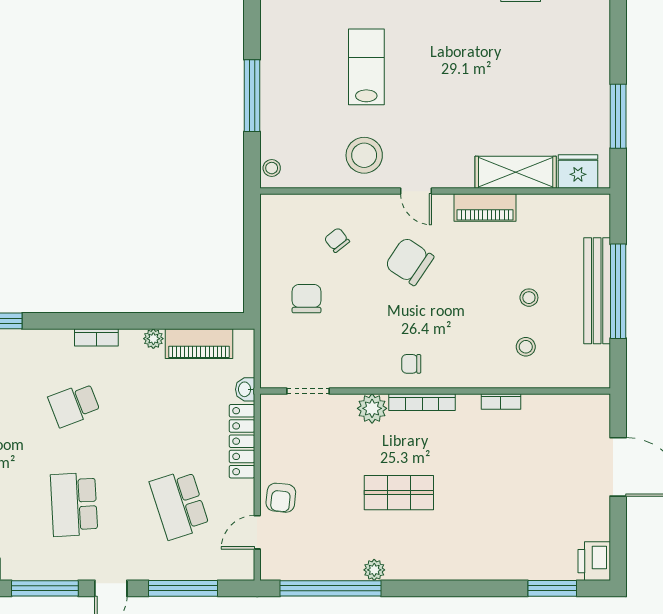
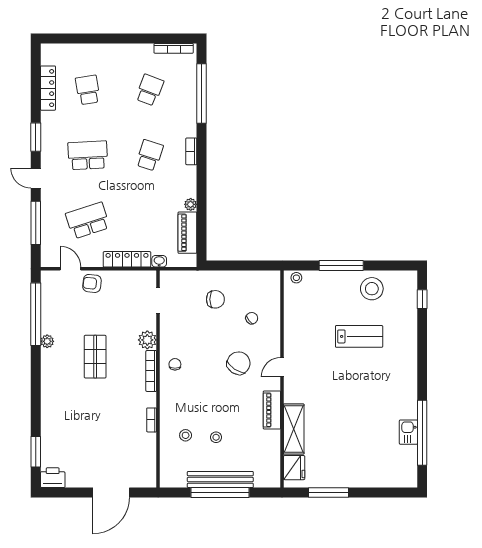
stool: (364, 155) -> (372, 289), moved
bookcase: (96, 337) -> (191, 151), moved
school desk: (74, 405) -> (150, 155), turned 39
window: (45, 588) -> (36, 137), width x0.69

